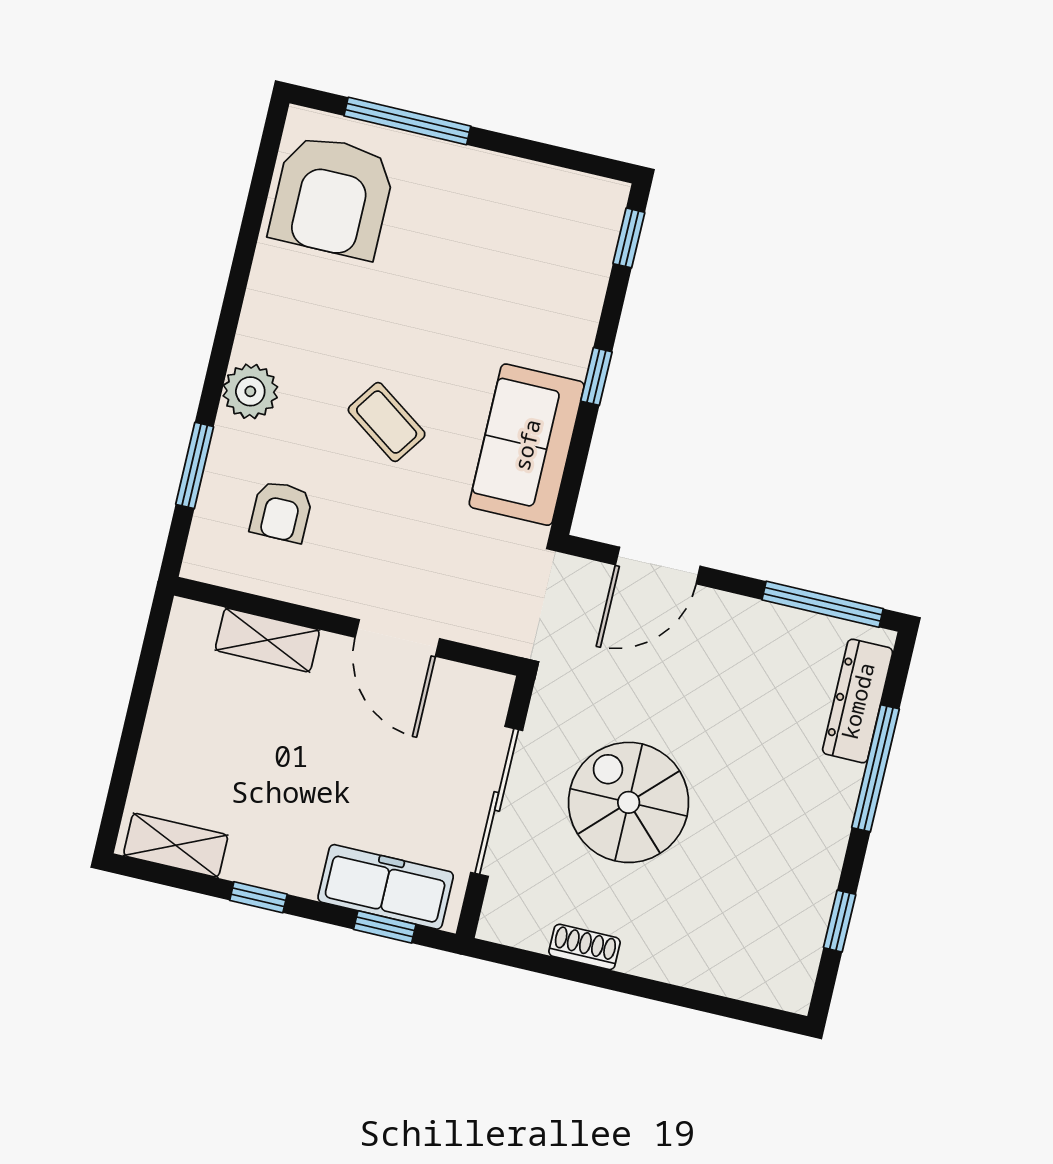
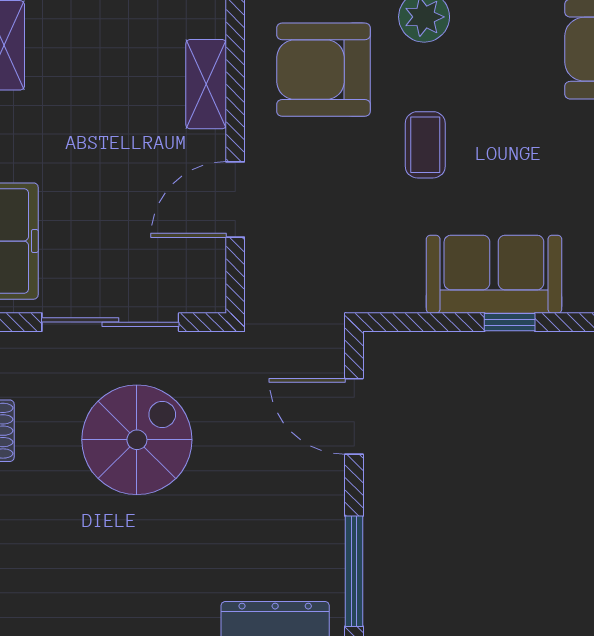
coffee table: (387, 422) -> (425, 145), turned -35
sofa: (527, 445) -> (494, 274), moved
armchair: (281, 511) -> (324, 70), width x1.88, depth x1.88

